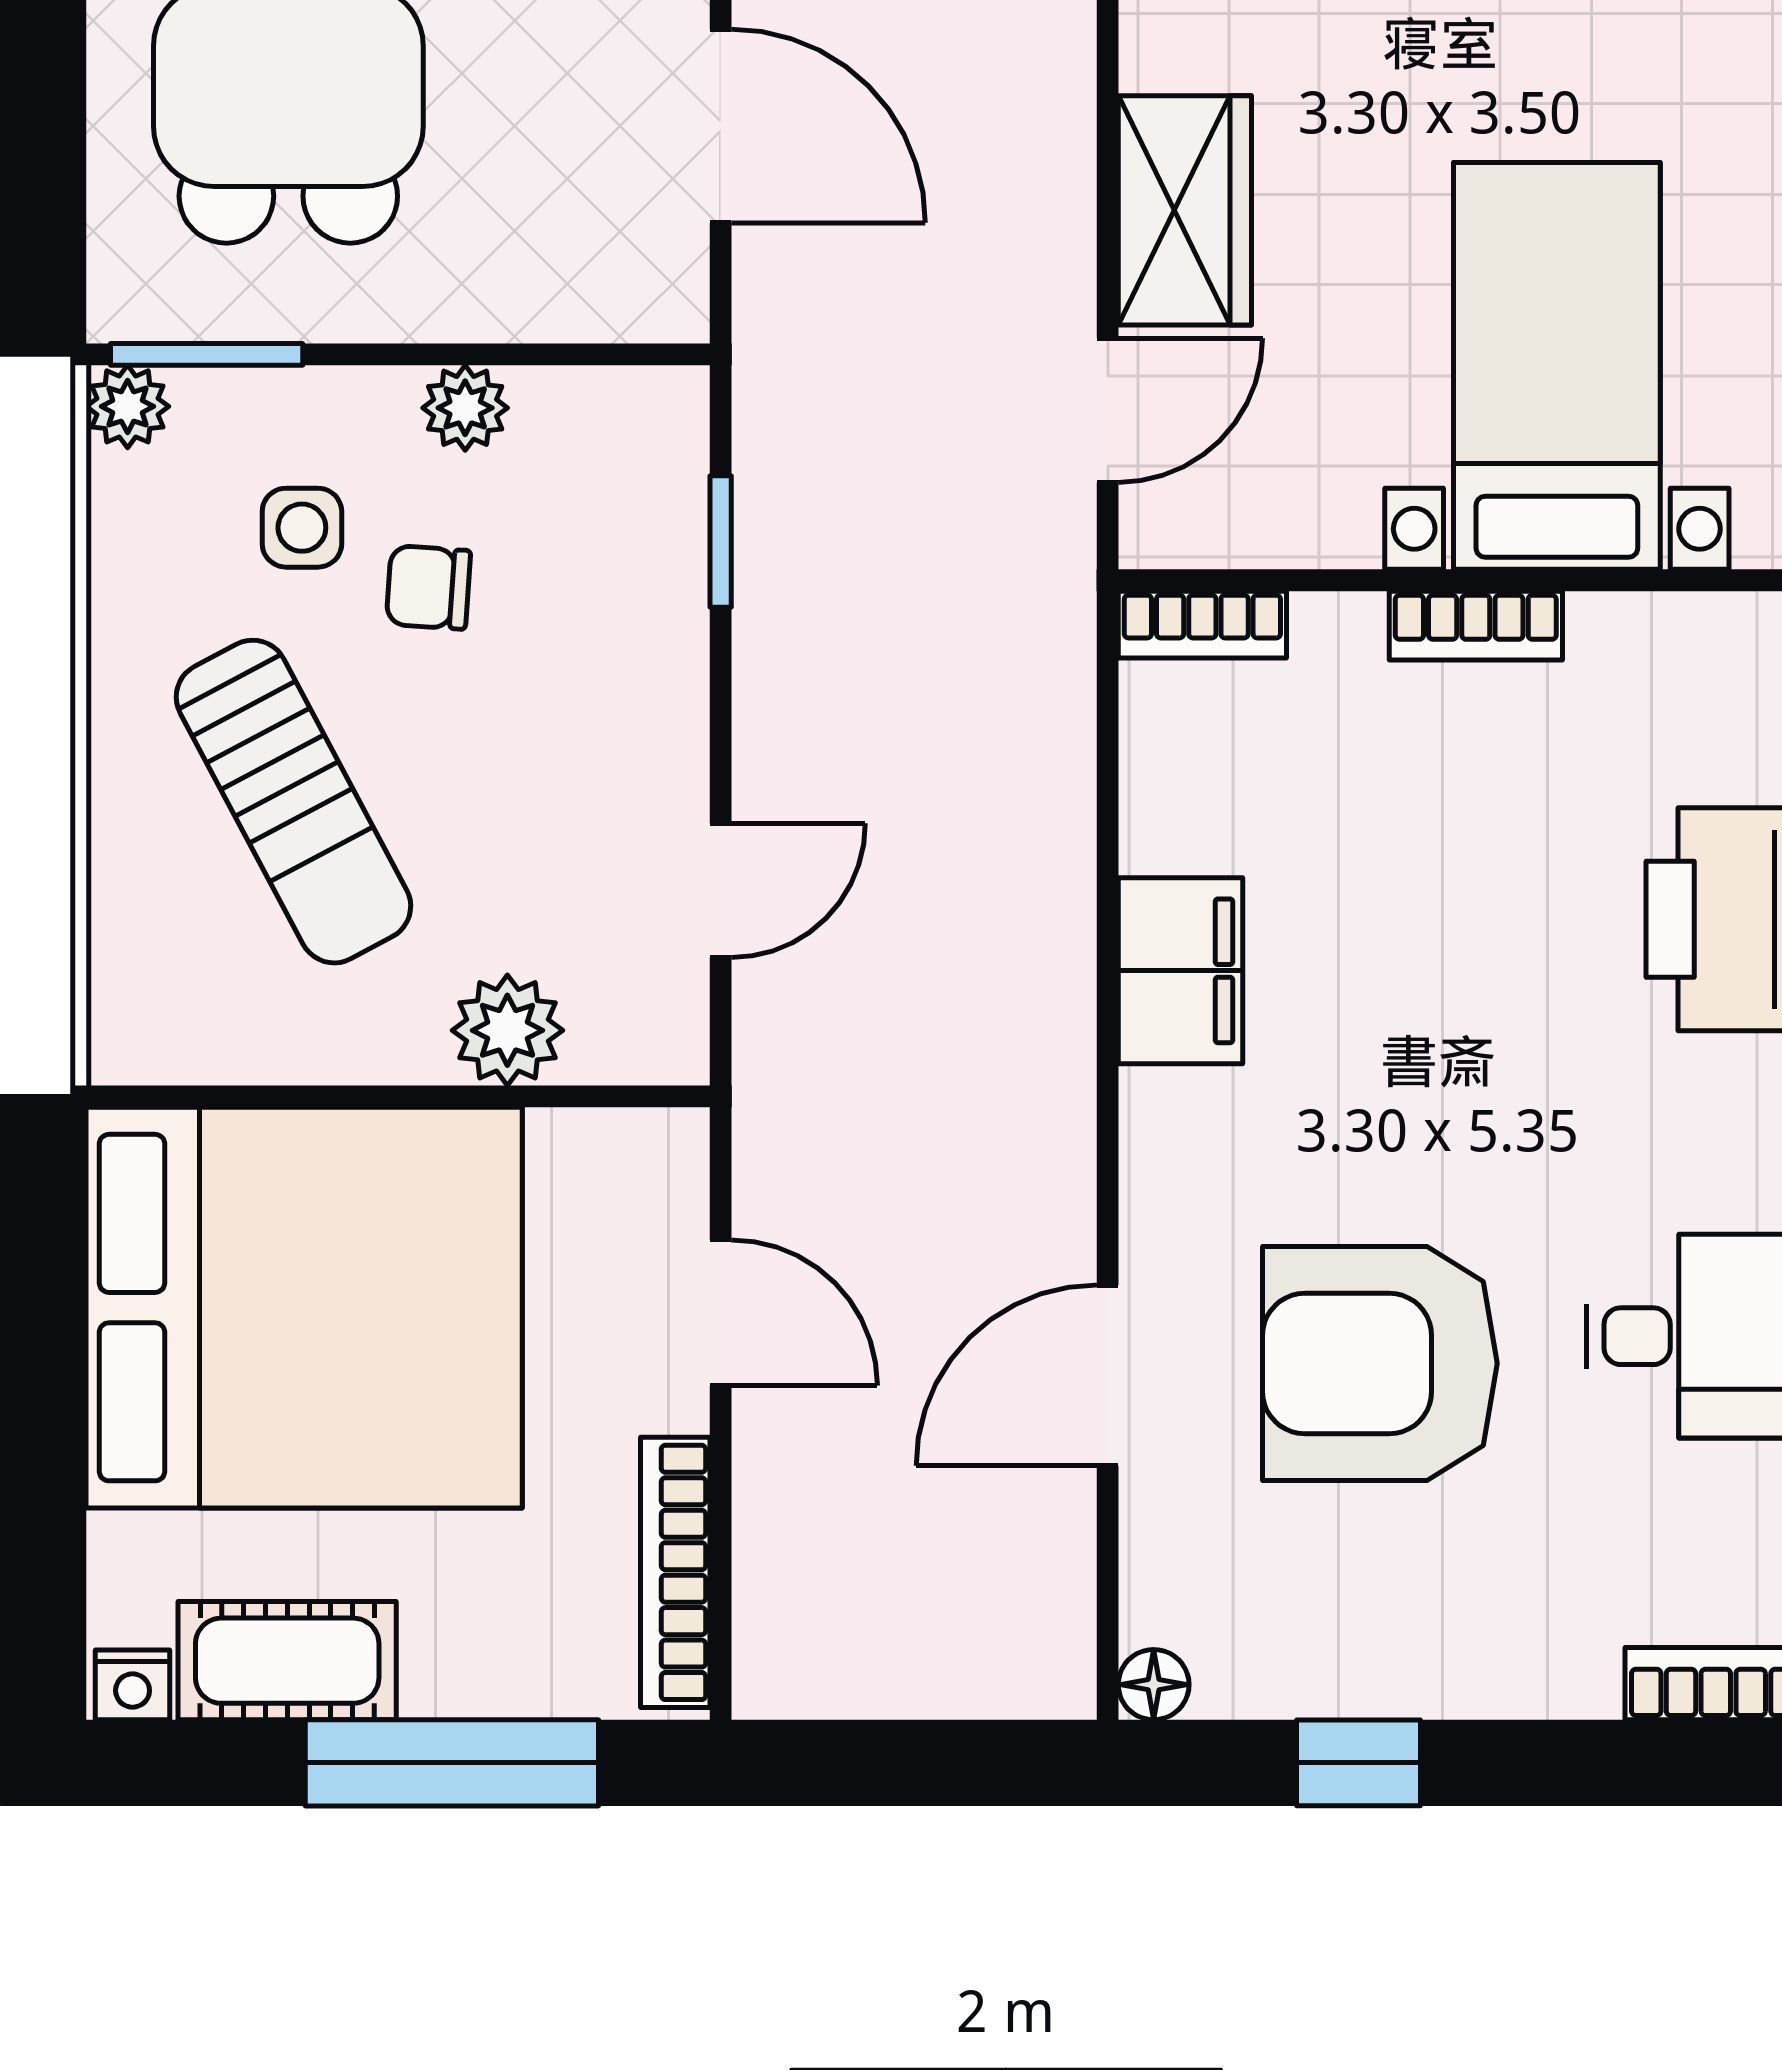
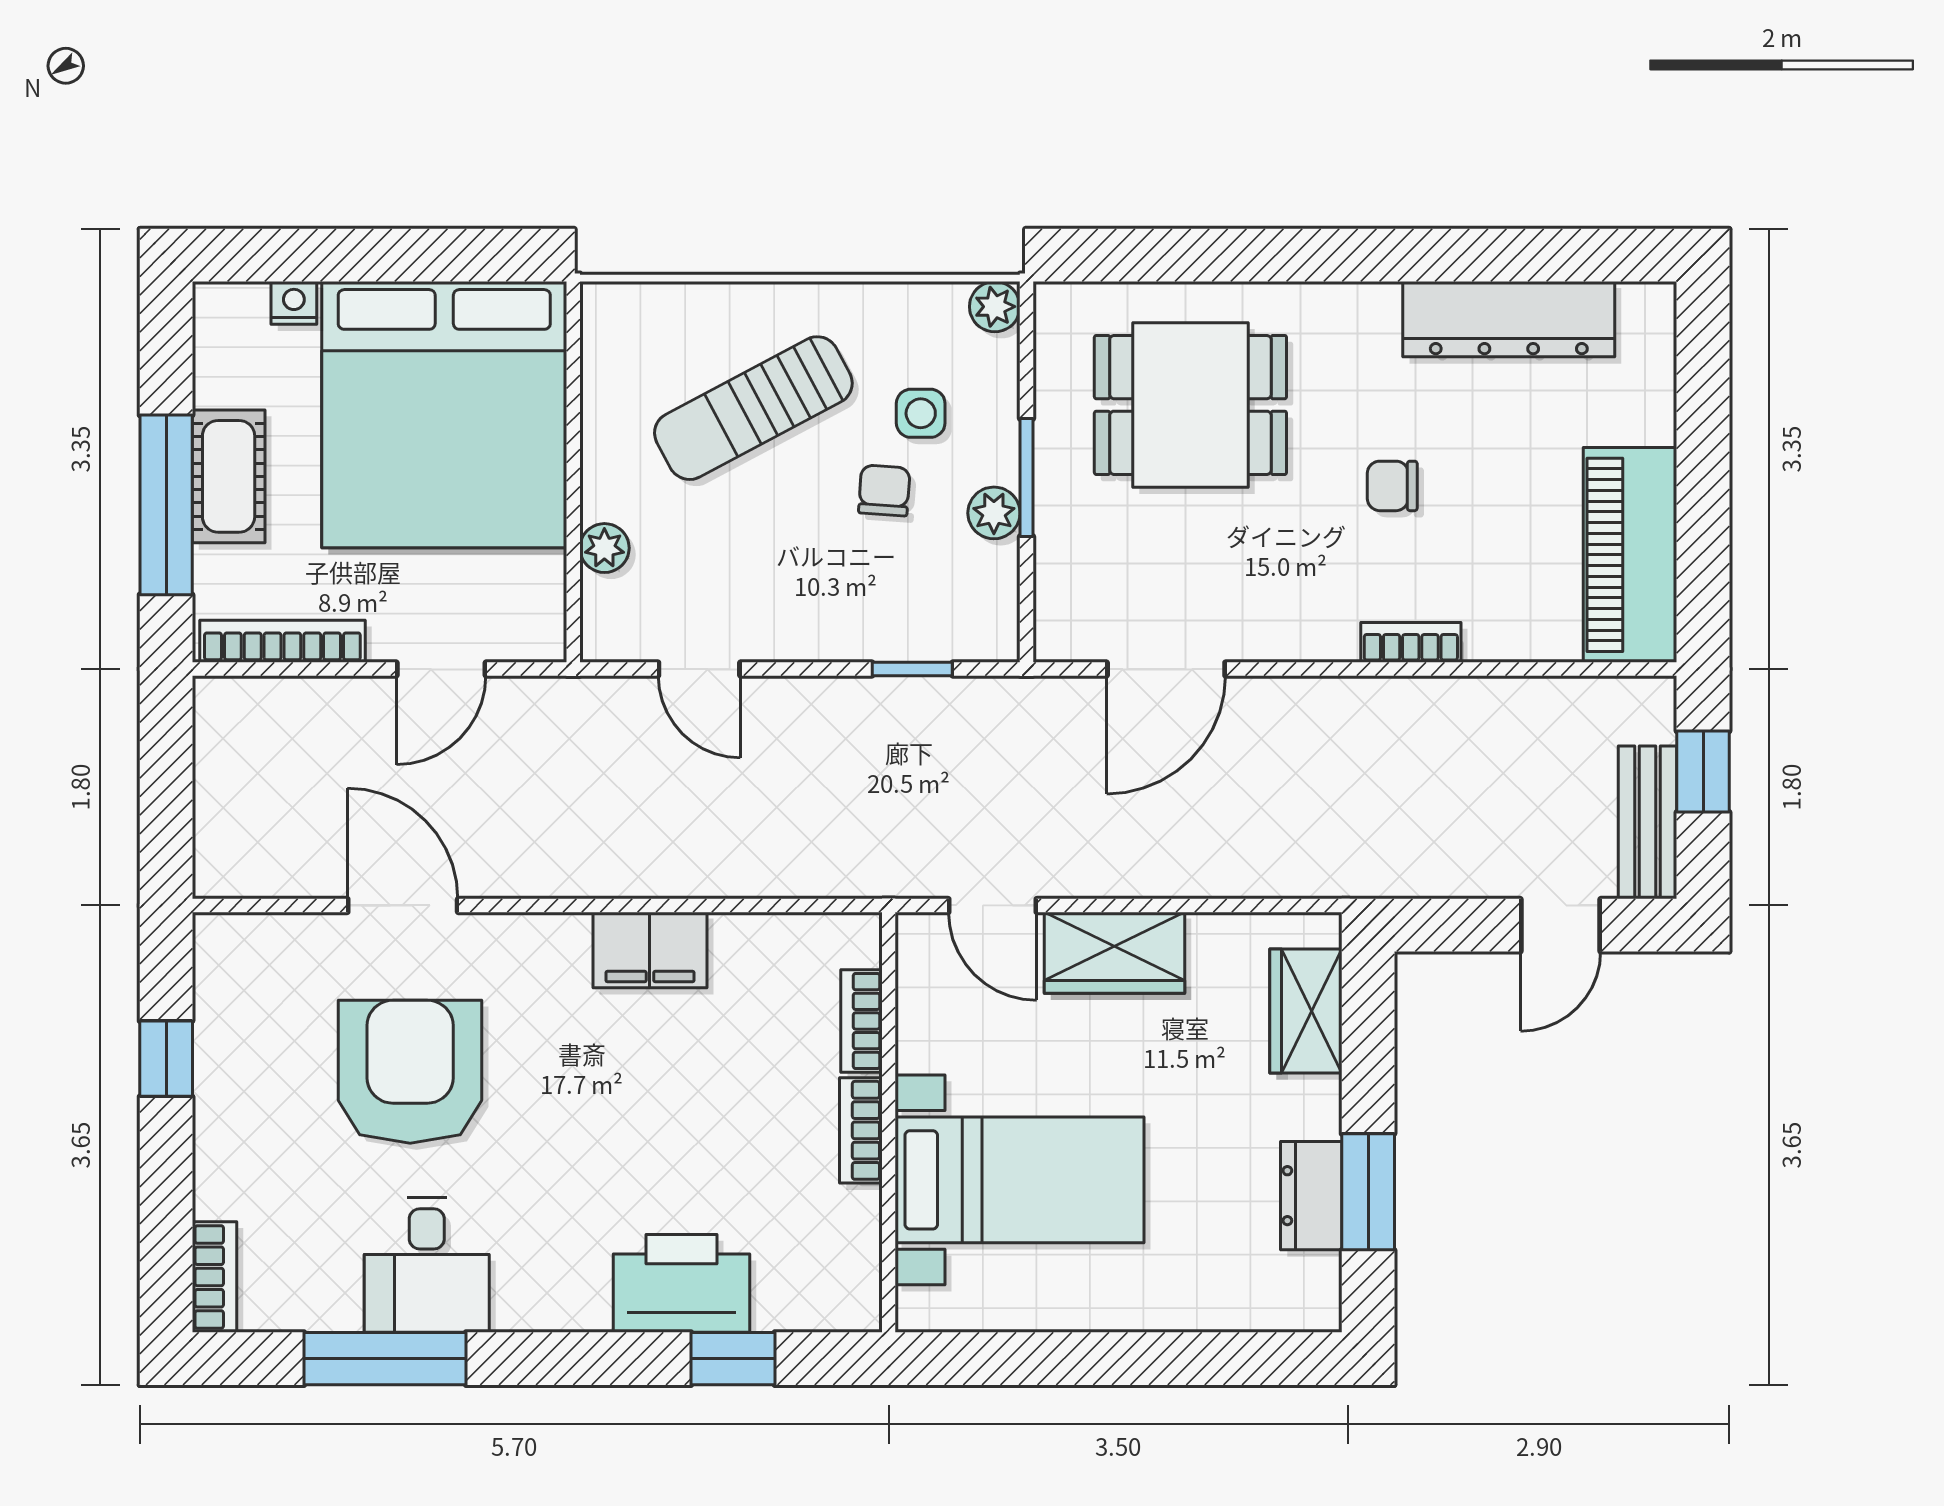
window: (207, 354) -> (1027, 477), moved
bookcase: (1202, 625) -> (861, 1021), moved
plant: (507, 1030) -> (604, 548), width x0.73, depth x0.73
cot: (287, 1661) -> (229, 476), moved
nightstand: (133, 1685) -> (294, 303), moved, turned 90
floor lamp: (1154, 1685) -> (214, 934), removed

